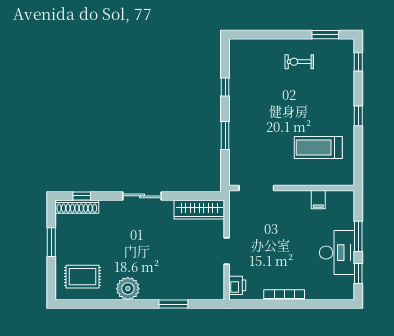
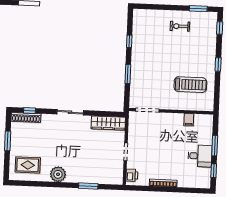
treadmill: (318, 147) -> (190, 85), turned 180
desk: (337, 253) -> (200, 156), width x0.73

